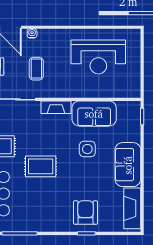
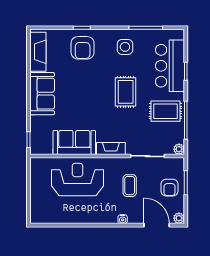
water cooler: (32, 33) -> (123, 219), moved
reception desk: (98, 57) -> (77, 179), moved
side table: (87, 149) -> (125, 47), moved
rug: (41, 166) -> (126, 92), turned 90

